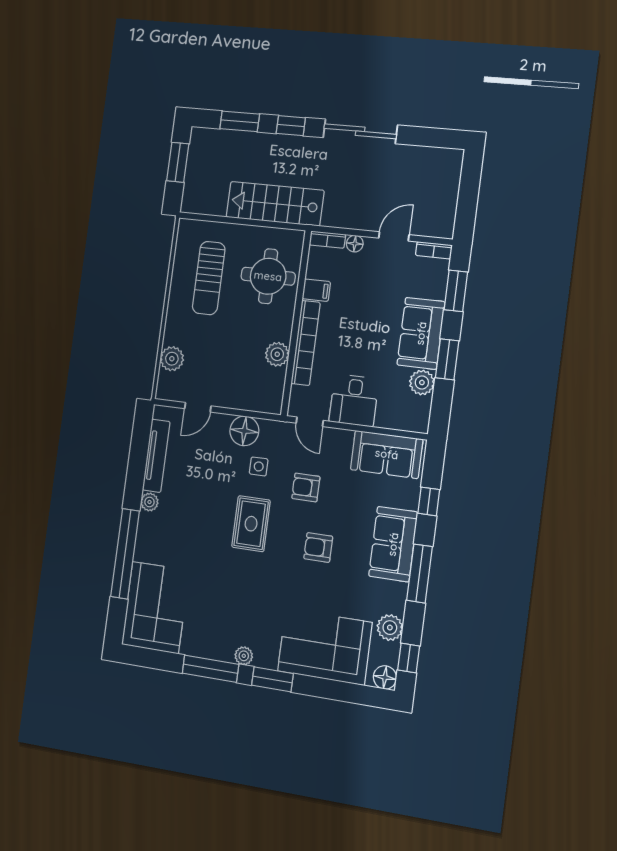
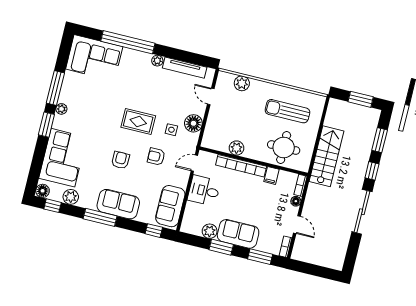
armchair: (306, 487) -> (156, 157), turned -90
window: (429, 501) -> (154, 231), moved

